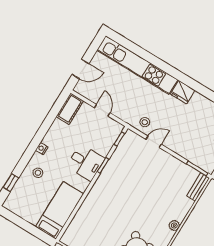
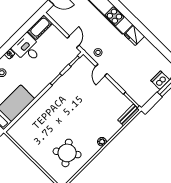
door: (102, 110) -> (73, 42), moved
door: (154, 142) -> (101, 70), swing flipped
desk: (86, 162) -> (27, 48), moved, turned 180

